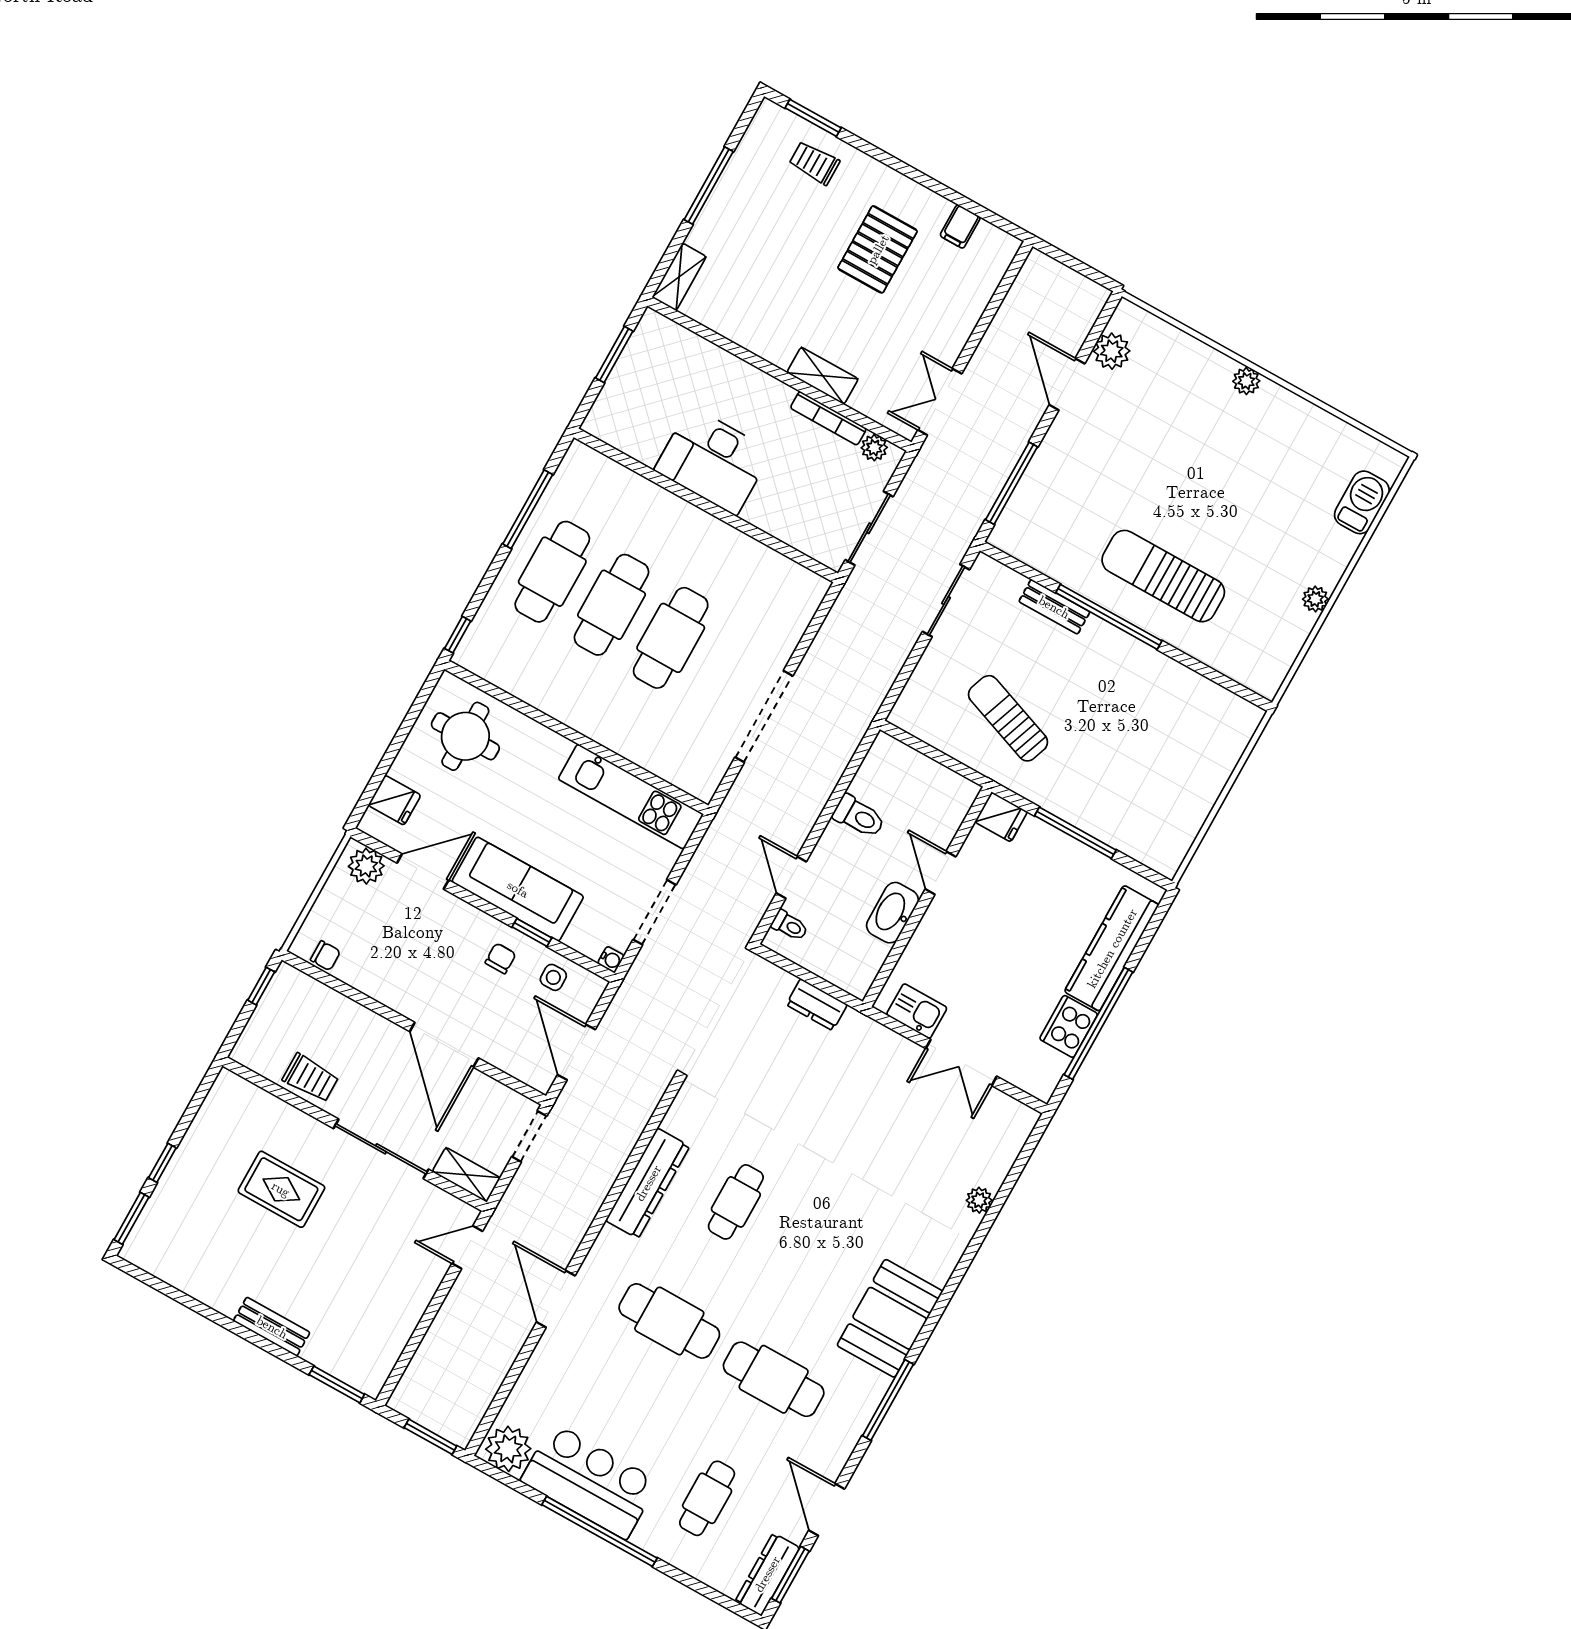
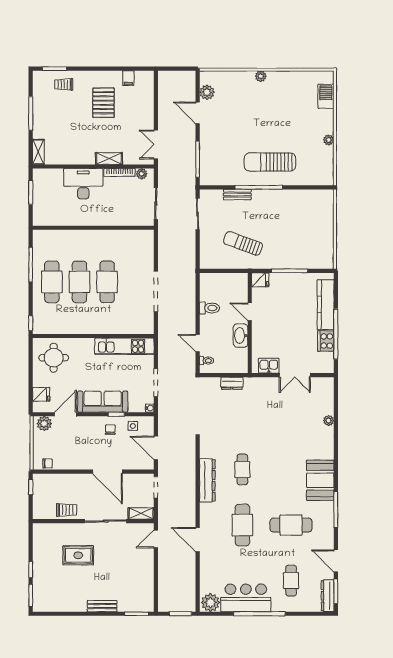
desk: (713, 461) -> (83, 184), moved, turned 180
cafe table: (669, 1321) -> (242, 525), turned 90

